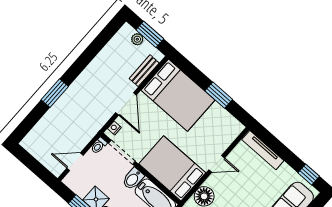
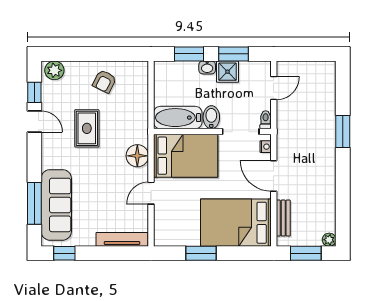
plant: (137, 39) -> (329, 240), moved

